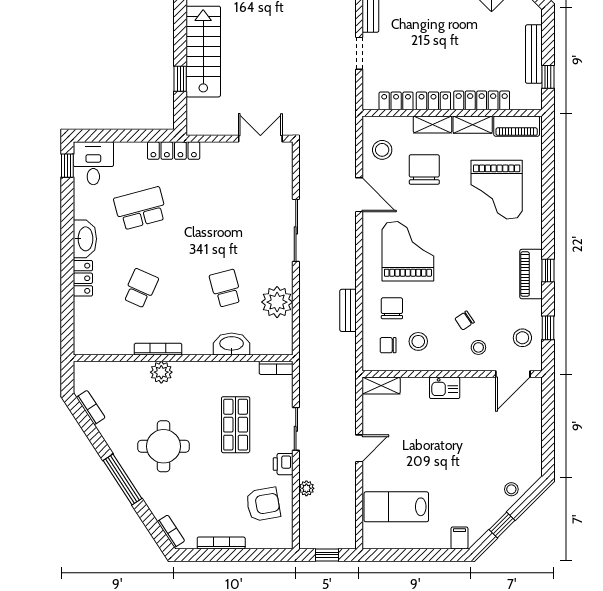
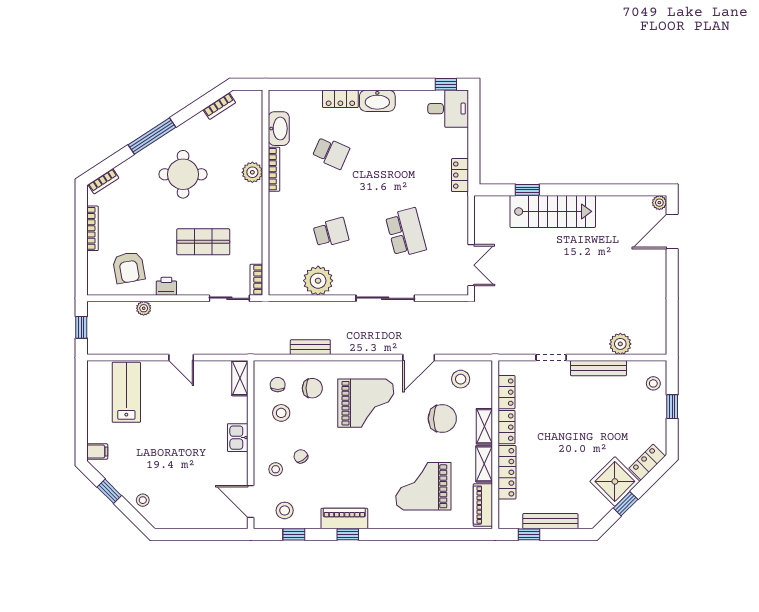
locker: (174, 151) -> (460, 175), width x0.66
school desk: (140, 208) -> (406, 233), moved
washbasin: (232, 344) -> (279, 129), moved
sliding door: (296, 429) -> (229, 298), moved

